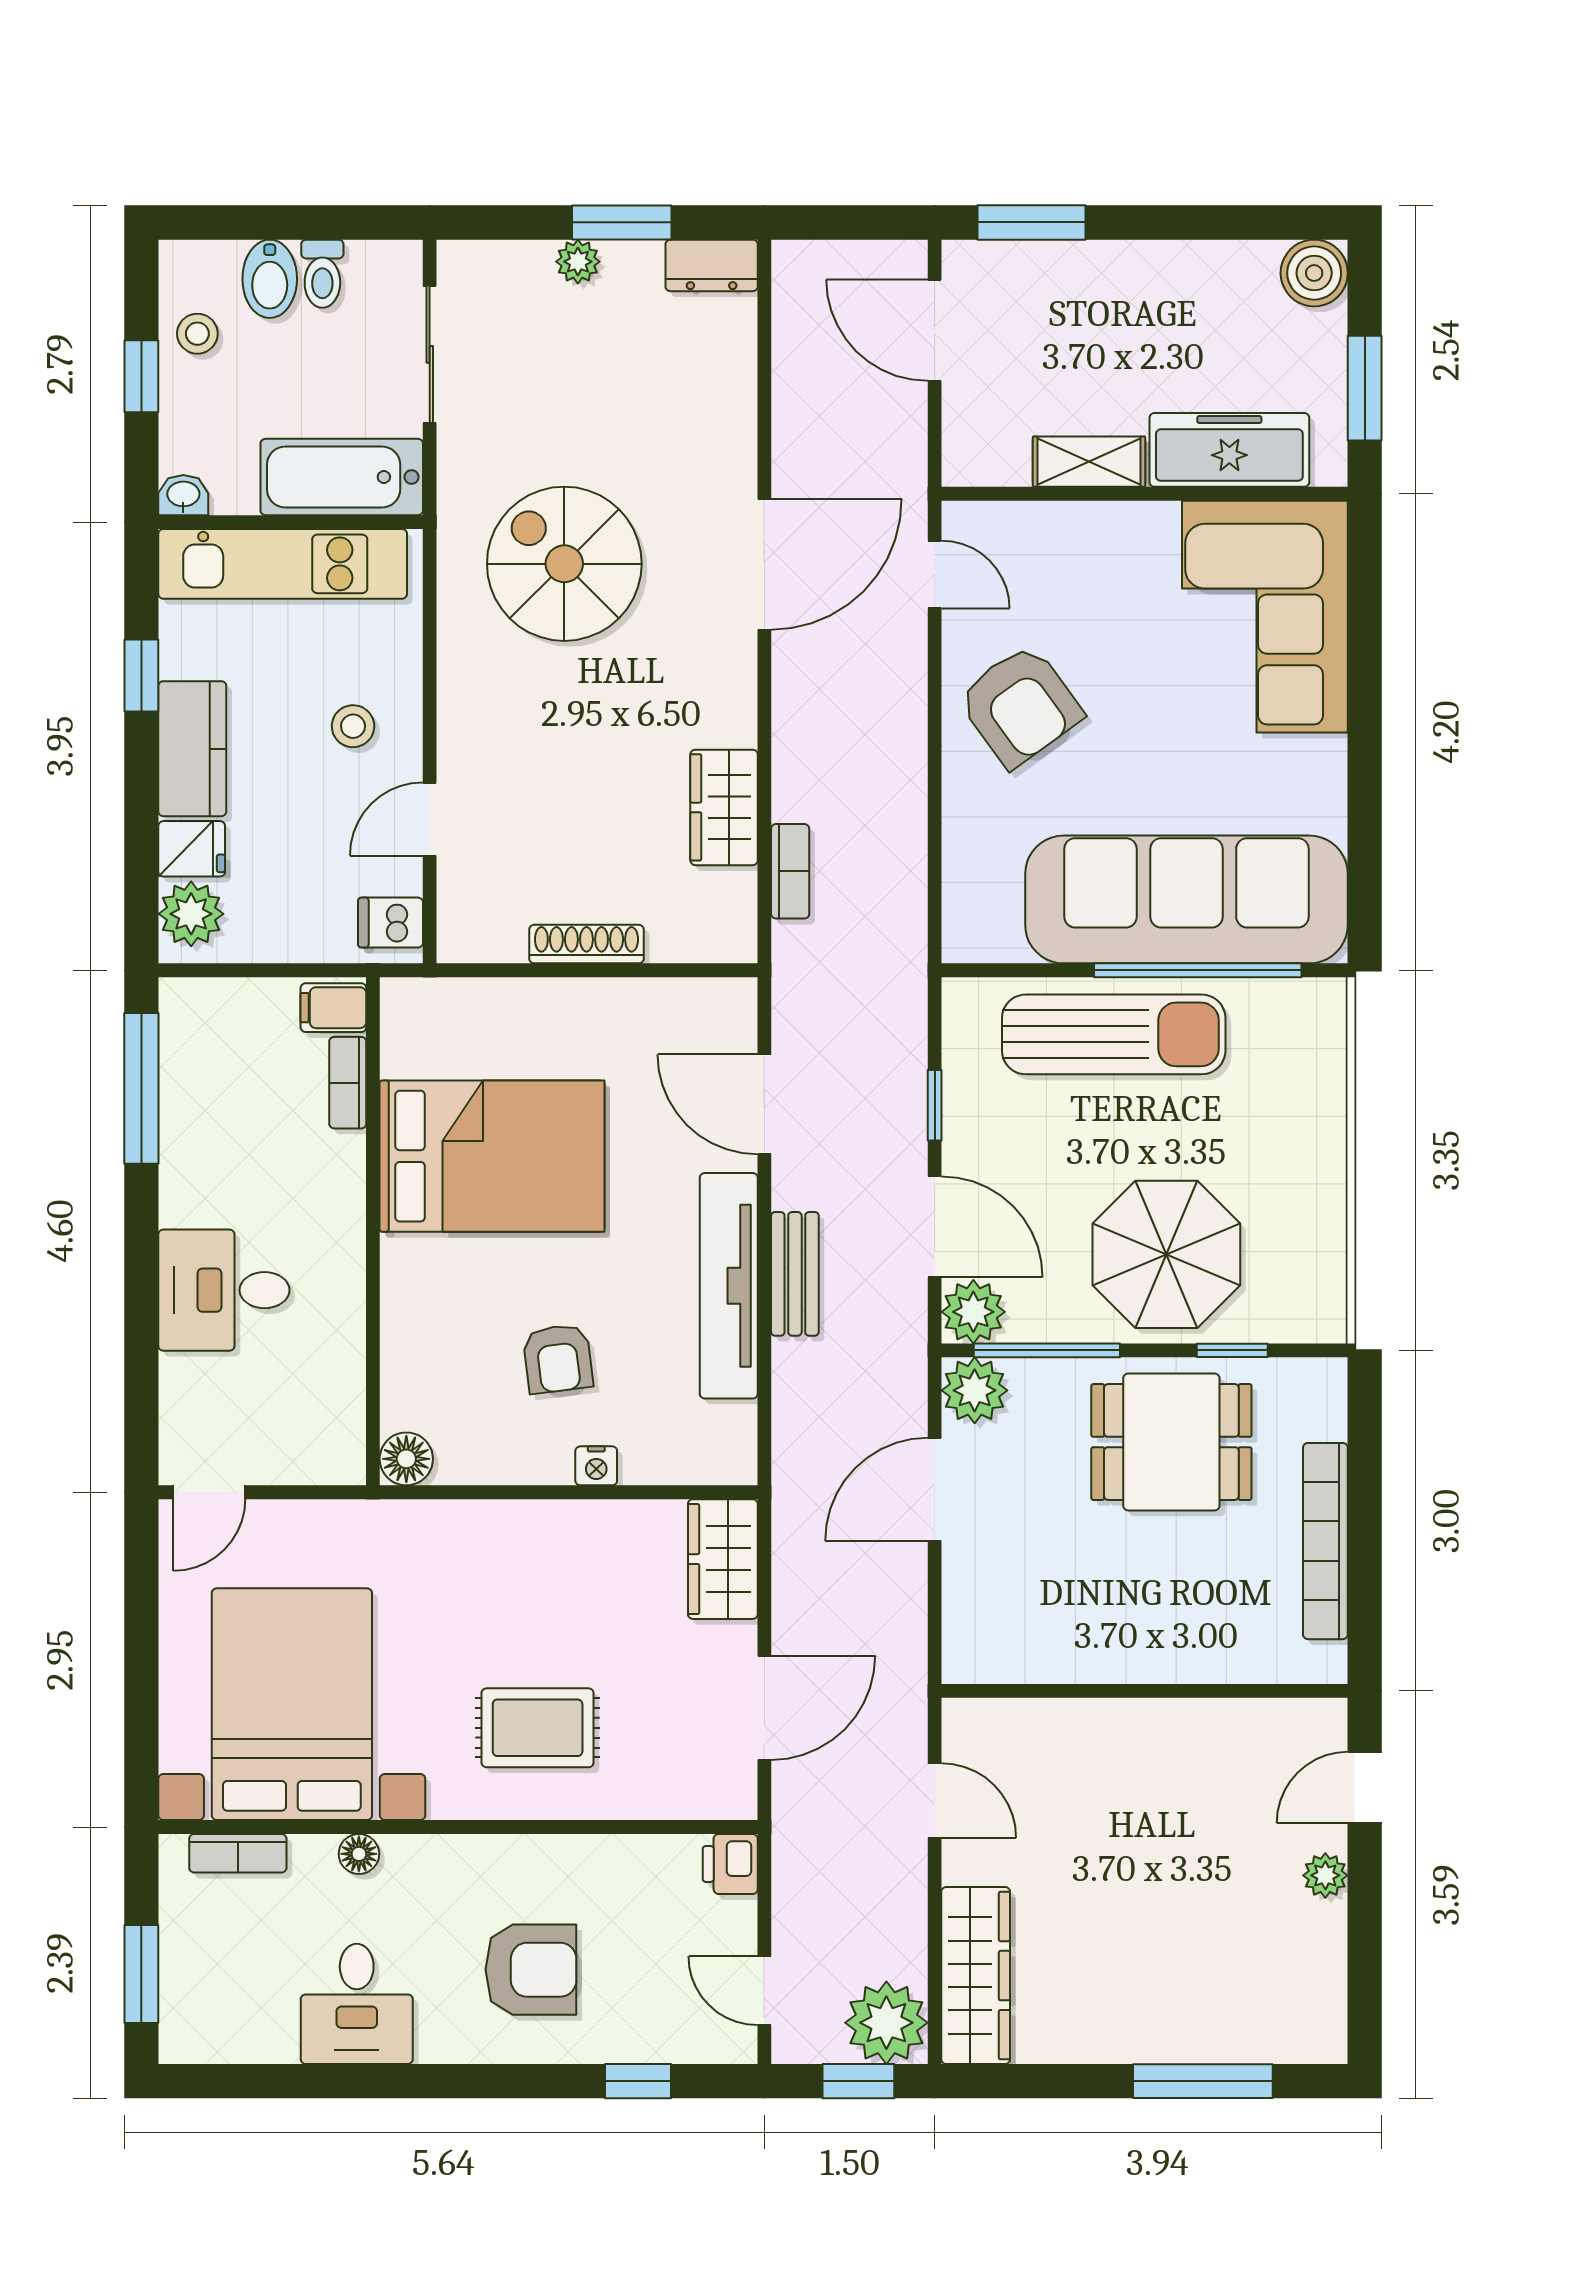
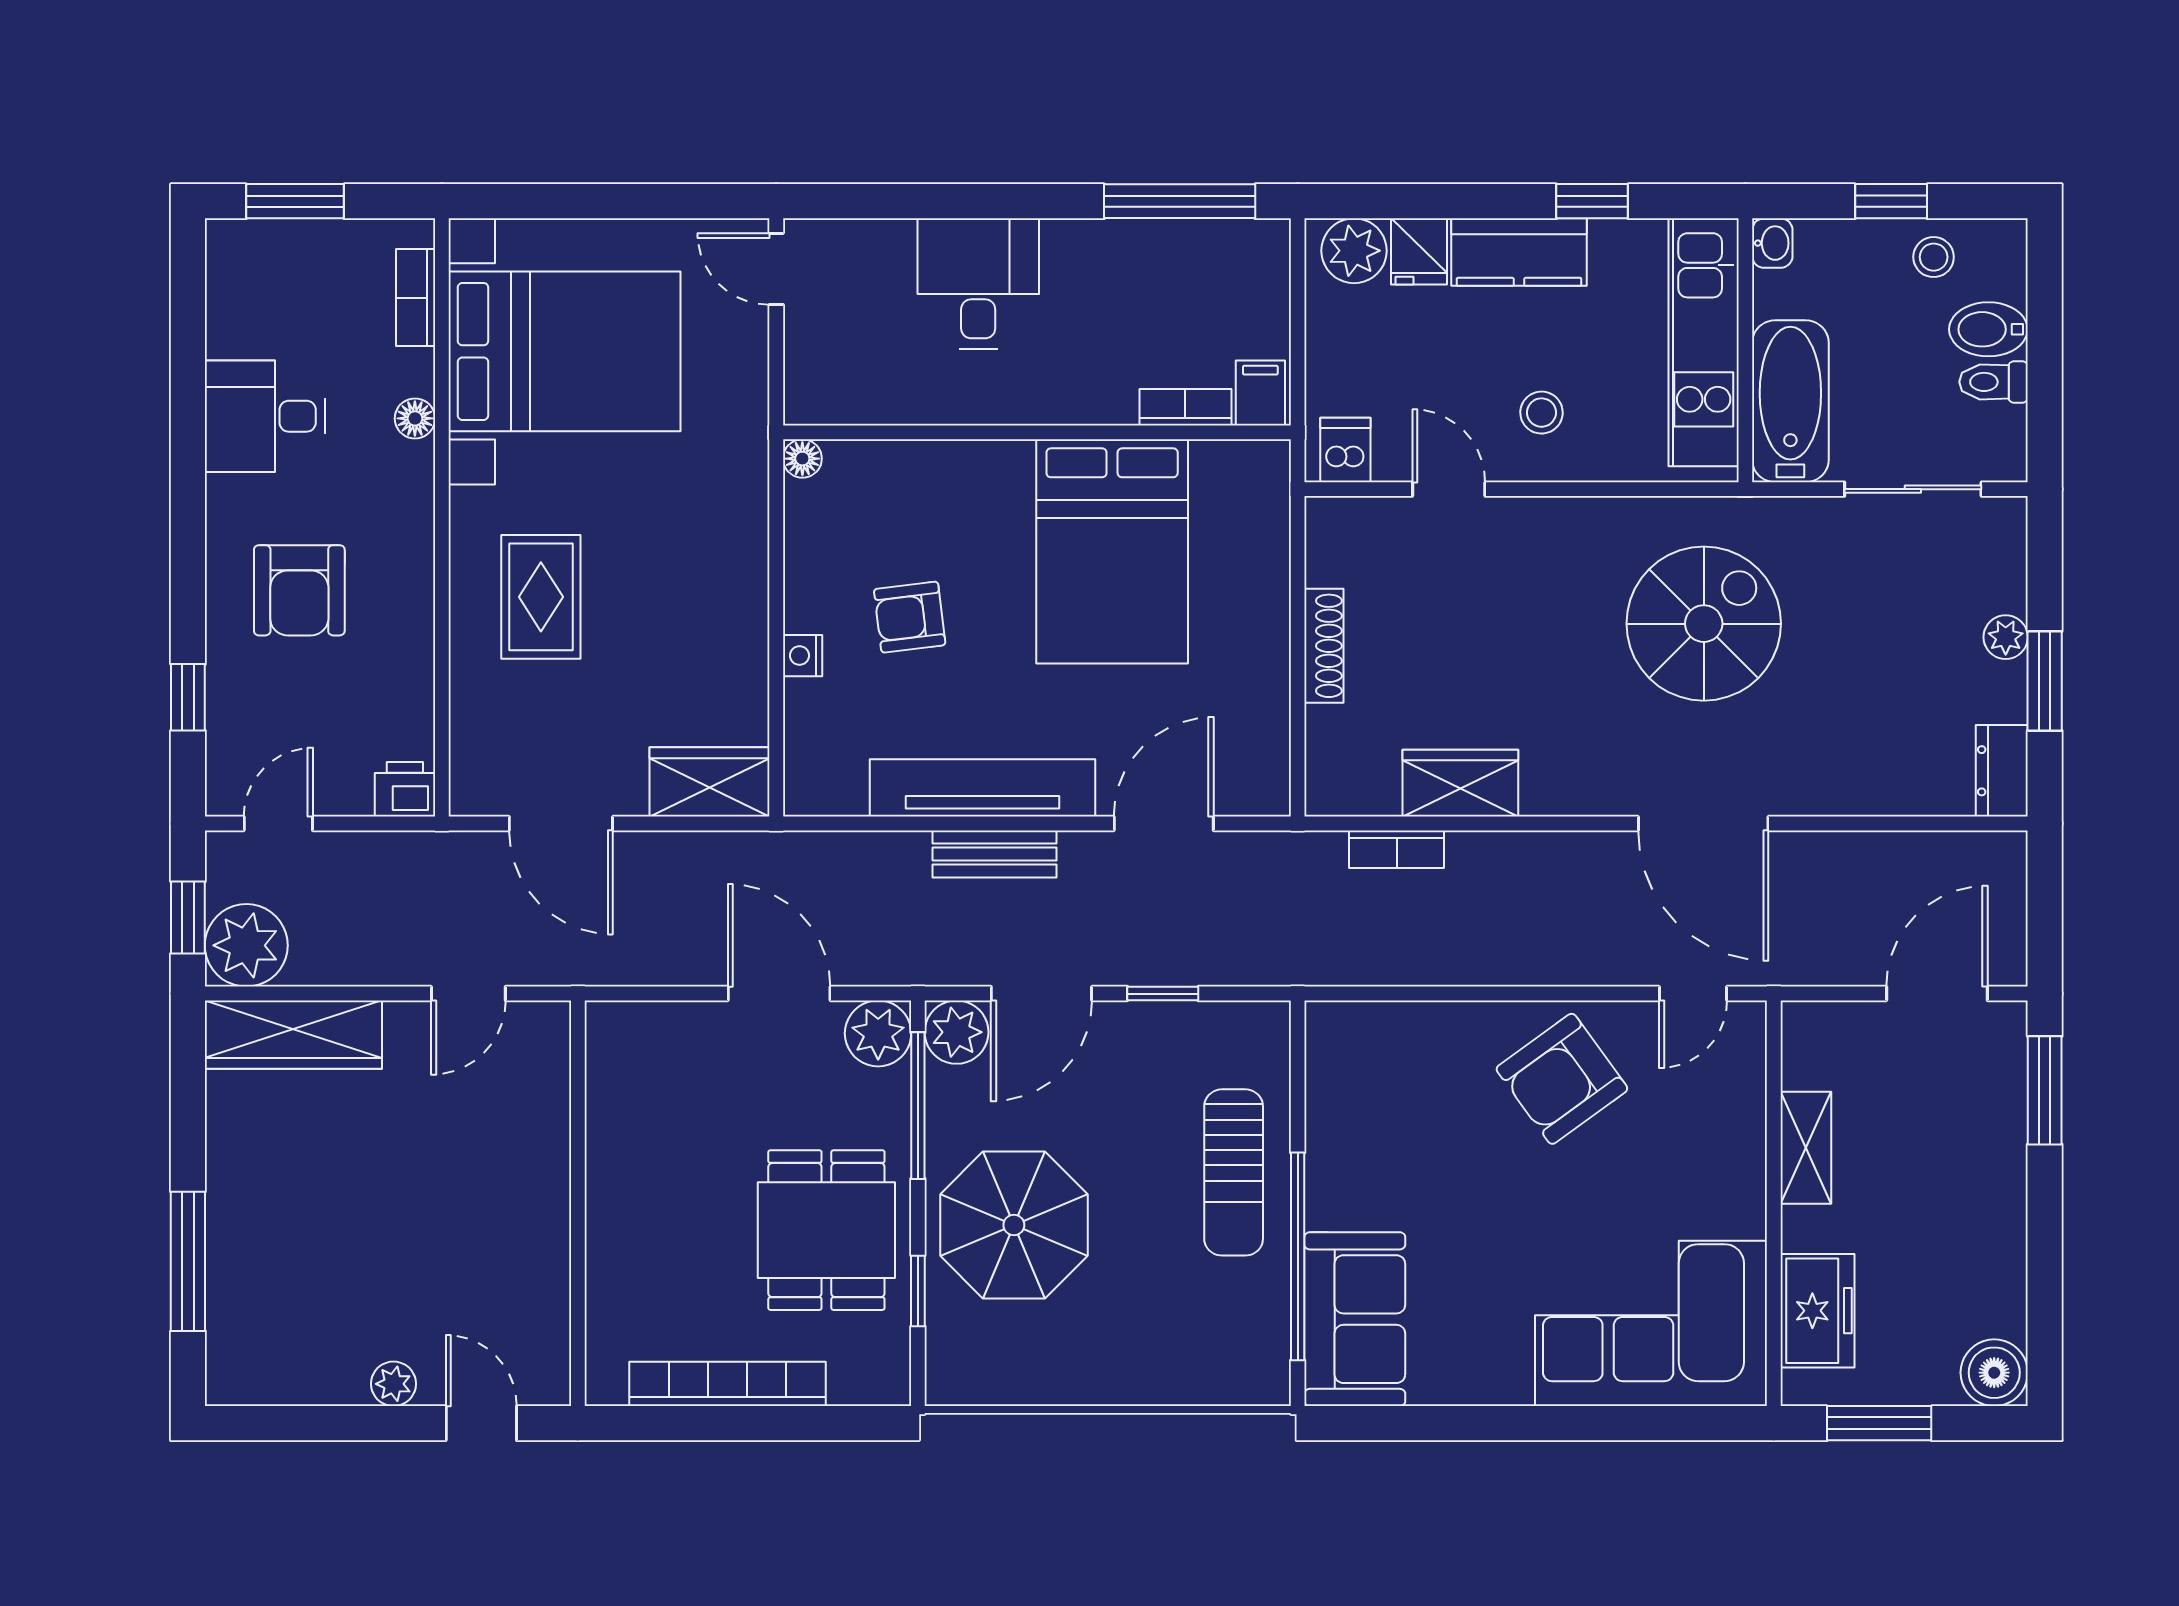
freezer: (1229, 450) -> (1818, 1311), width x0.71
sofa: (1186, 899) -> (1355, 1319), width x0.54, depth x0.79
sun lounger: (1114, 1034) -> (1234, 1172), width x0.73, depth x0.75
floor lamp: (406, 1459) -> (802, 459), width x0.73, depth x0.73

